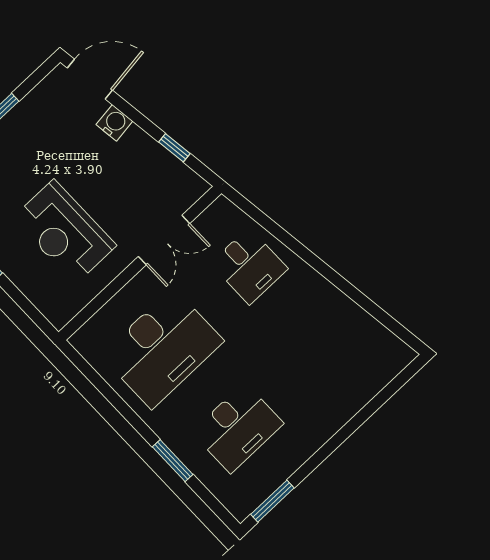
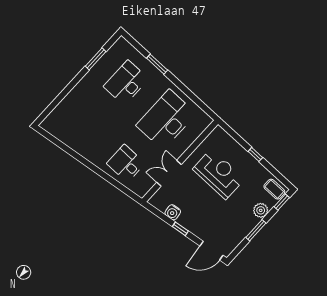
water cooler: (114, 123) -> (173, 212), moved
window: (174, 148) -> (180, 229), moved
window: (272, 501) -> (96, 59), moved

